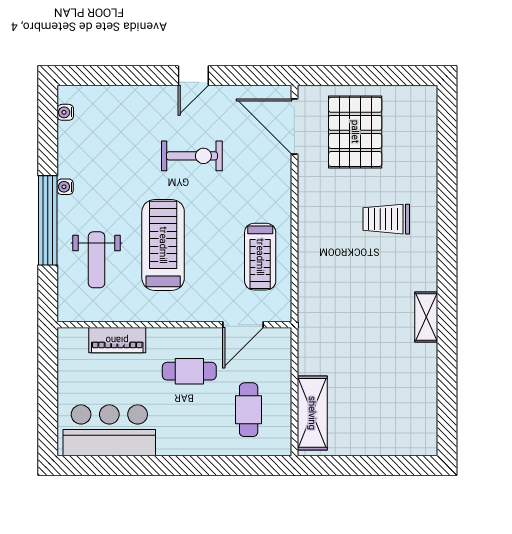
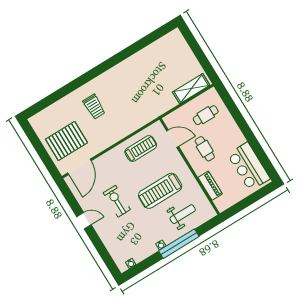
shelving: (426, 317) -> (124, 66), removed

